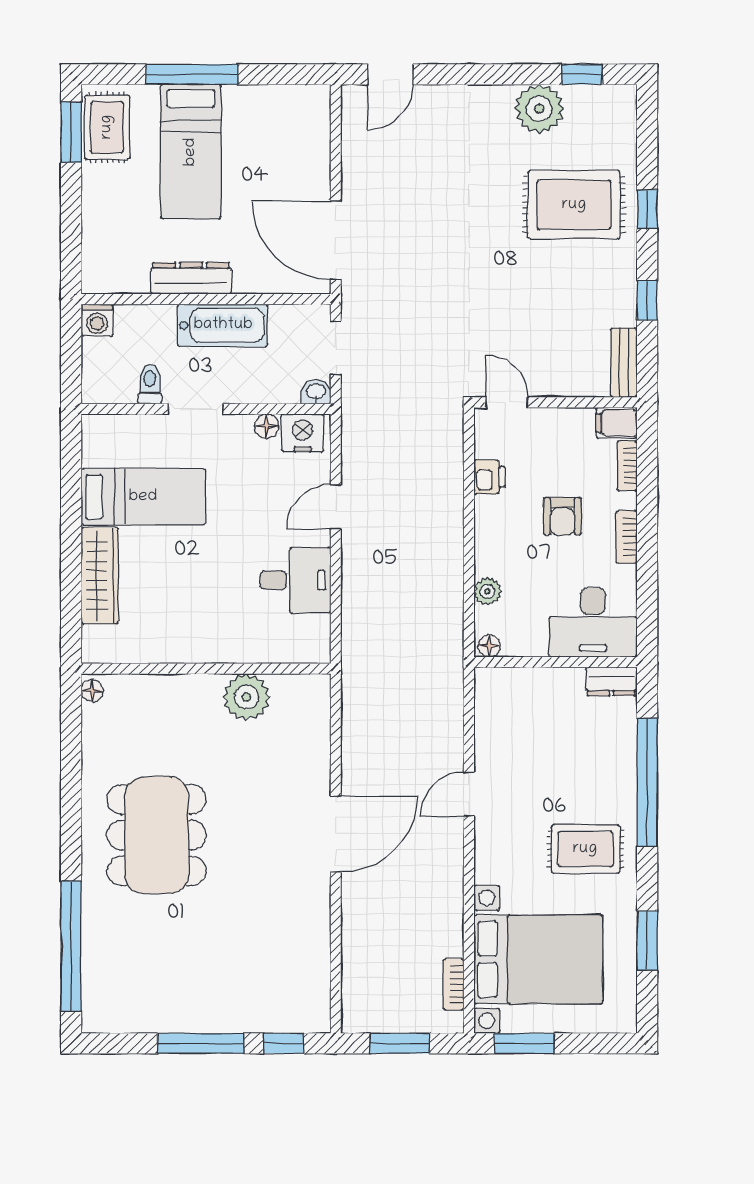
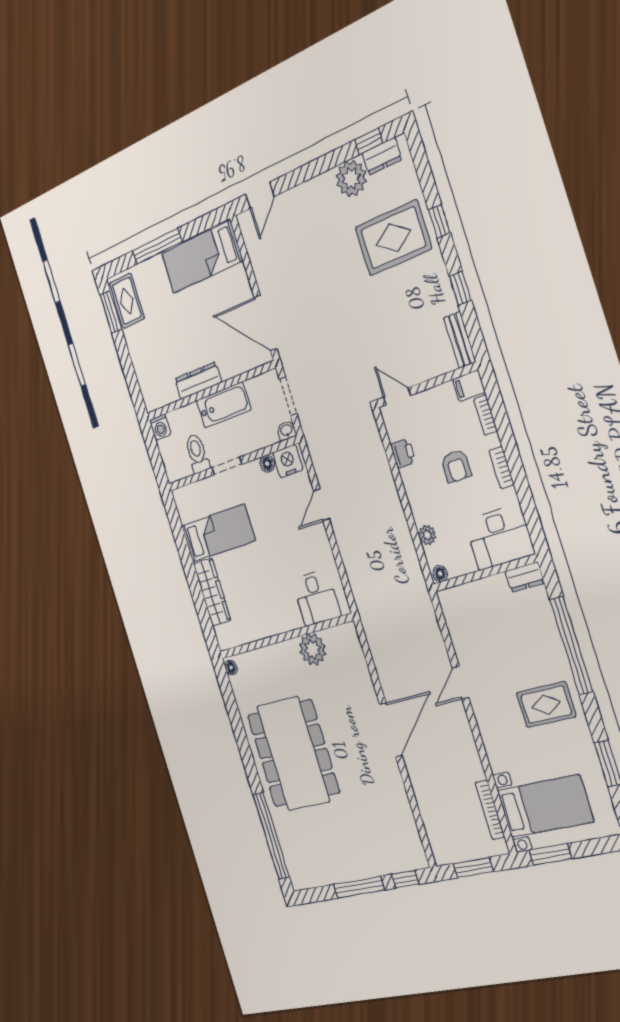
dresser: (594, 100) -> (382, 156), added
bed: (191, 152) -> (202, 257), moved, turned 90
toilet: (150, 384) -> (197, 453), width x1.37, depth x1.39
desk: (295, 580) -> (316, 598), moved, turned 90
dining table: (157, 835) -> (293, 754), width x1.36, depth x1.24
bed with nightstands: (538, 959) -> (545, 806), width x0.73
bookcase: (454, 984) -> (490, 810), width x1.56

